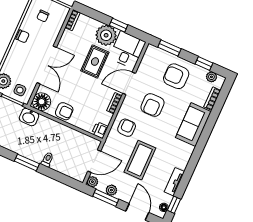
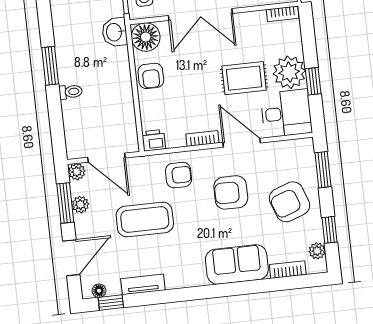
armchair: (176, 76) -> (290, 202), turned -110

